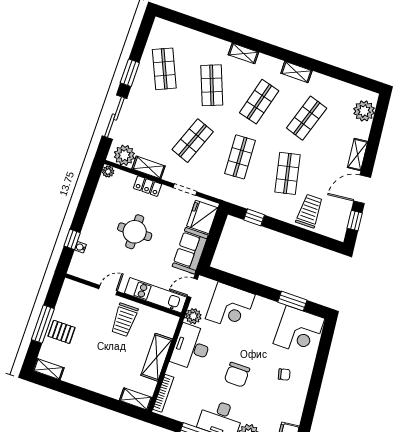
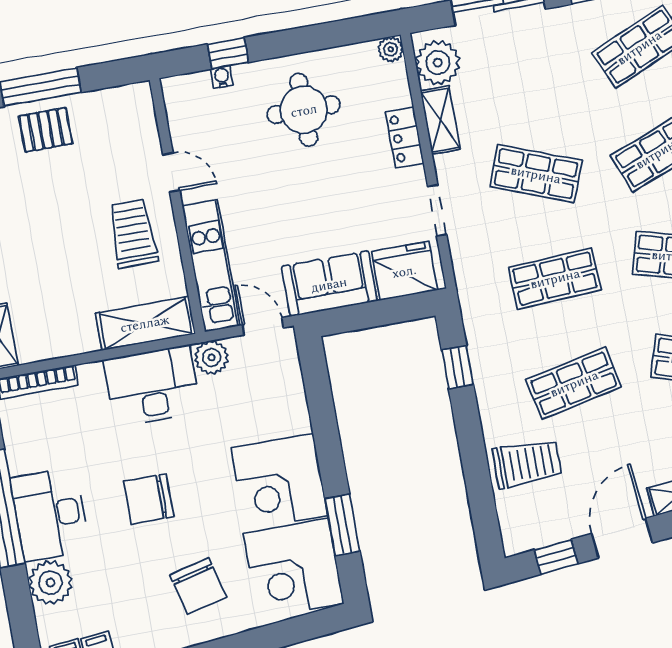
door: (362, 189) -> (622, 538), hinge flipped
round table: (135, 232) -> (304, 110), moved
corner desk: (230, 307) -> (280, 482), moved
trolley: (124, 320) -> (133, 234), turned 90
pallet: (62, 332) -> (46, 130), turned 90
shelving: (157, 357) -> (145, 323), moved
chair: (284, 374) -> (198, 586), width x1.87, depth x1.87

